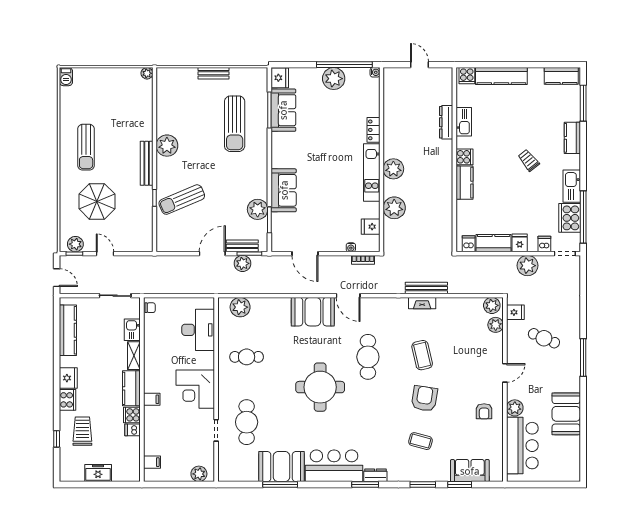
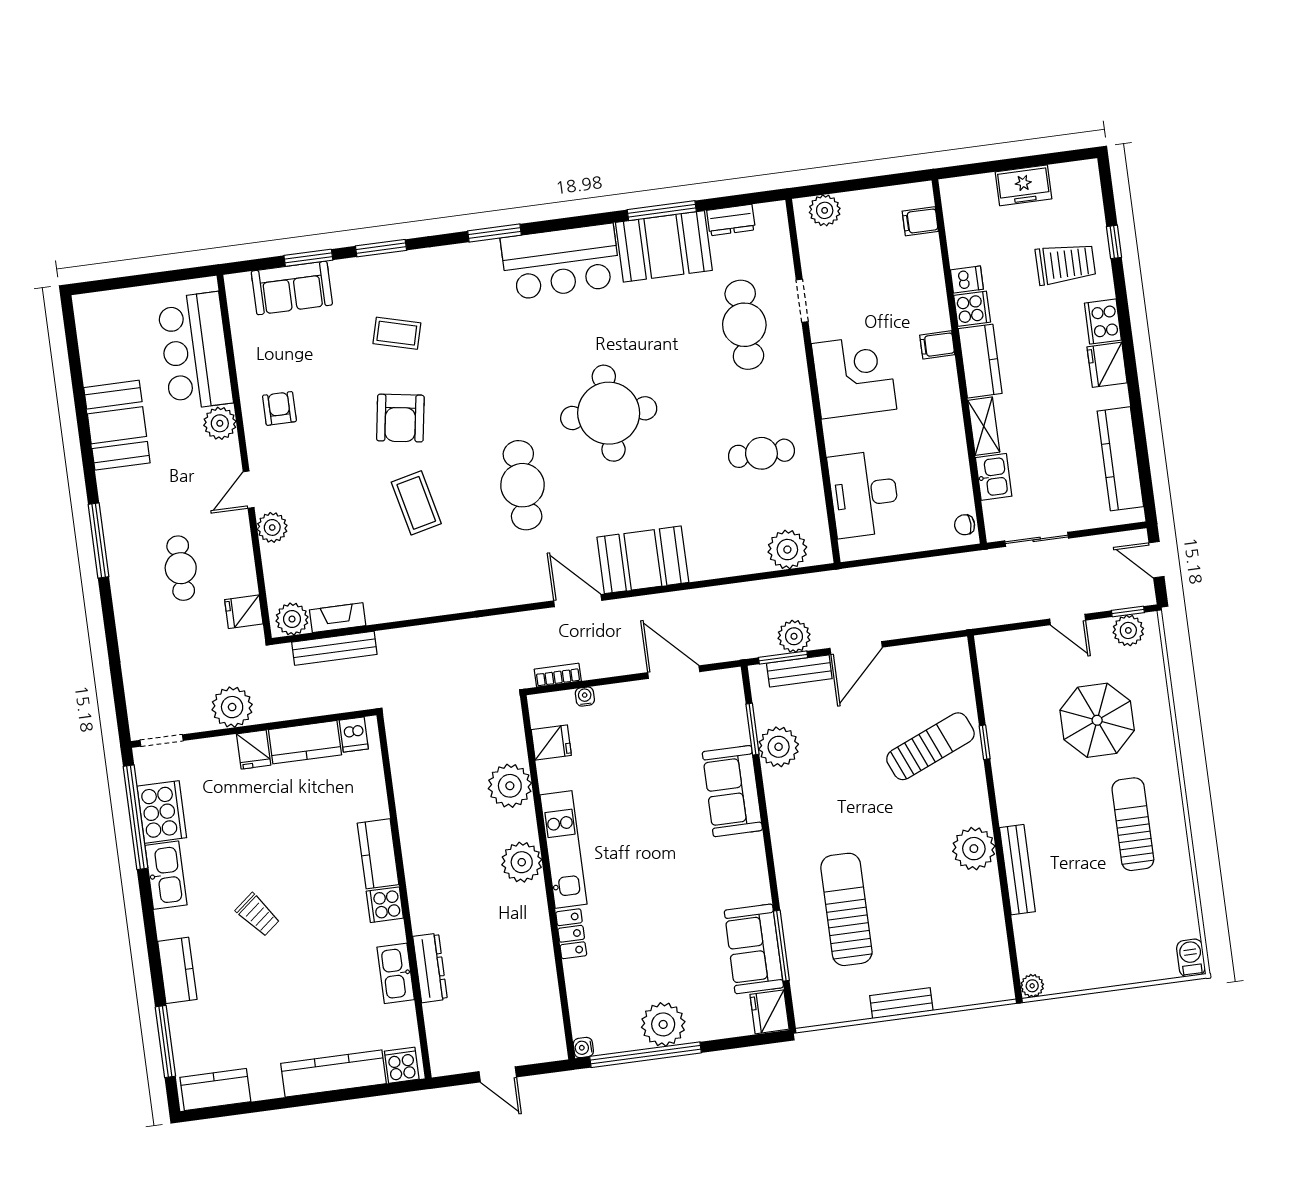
bench: (147, 163) -> (1017, 870), moved
dishwasher: (544, 244) -> (205, 754), removed
bench: (426, 288) -> (334, 648), moved
fireplace: (422, 303) -> (338, 618), moved
plant: (496, 325) -> (272, 527), moved
cafe table: (544, 338) -> (181, 568), turned 67
trolley: (82, 431) -> (1065, 264), turned -90
dresser: (375, 475) -> (731, 220), moved

